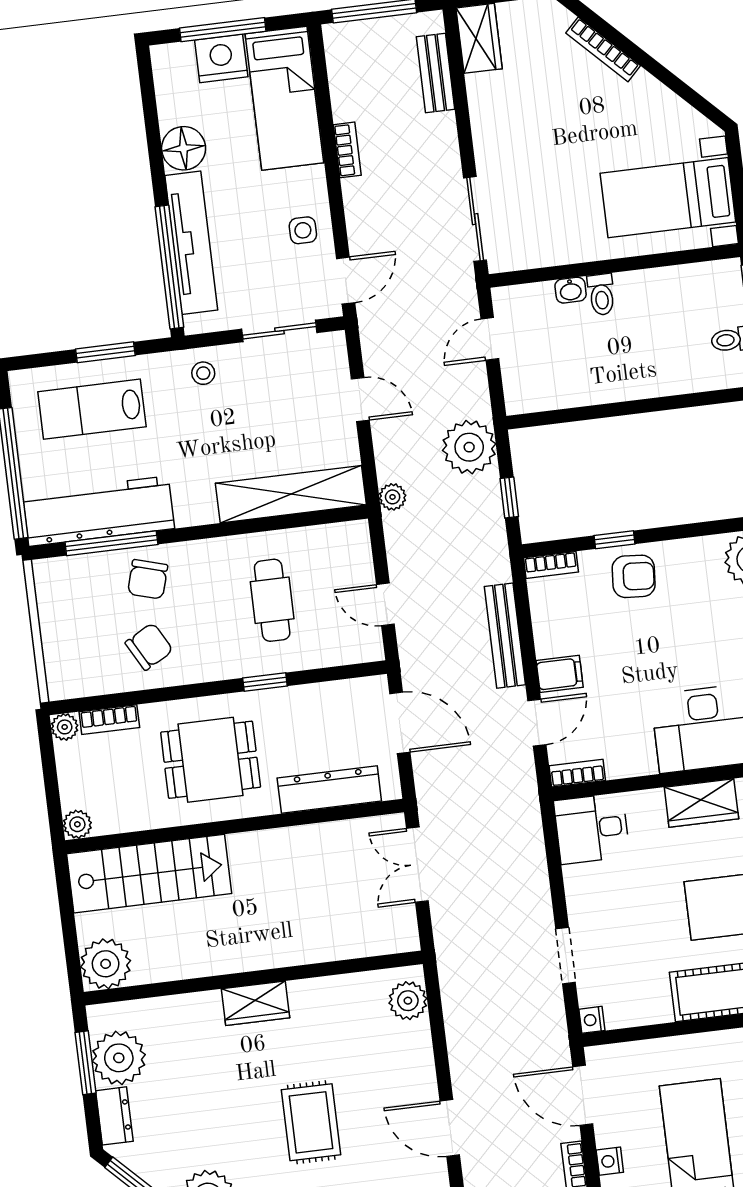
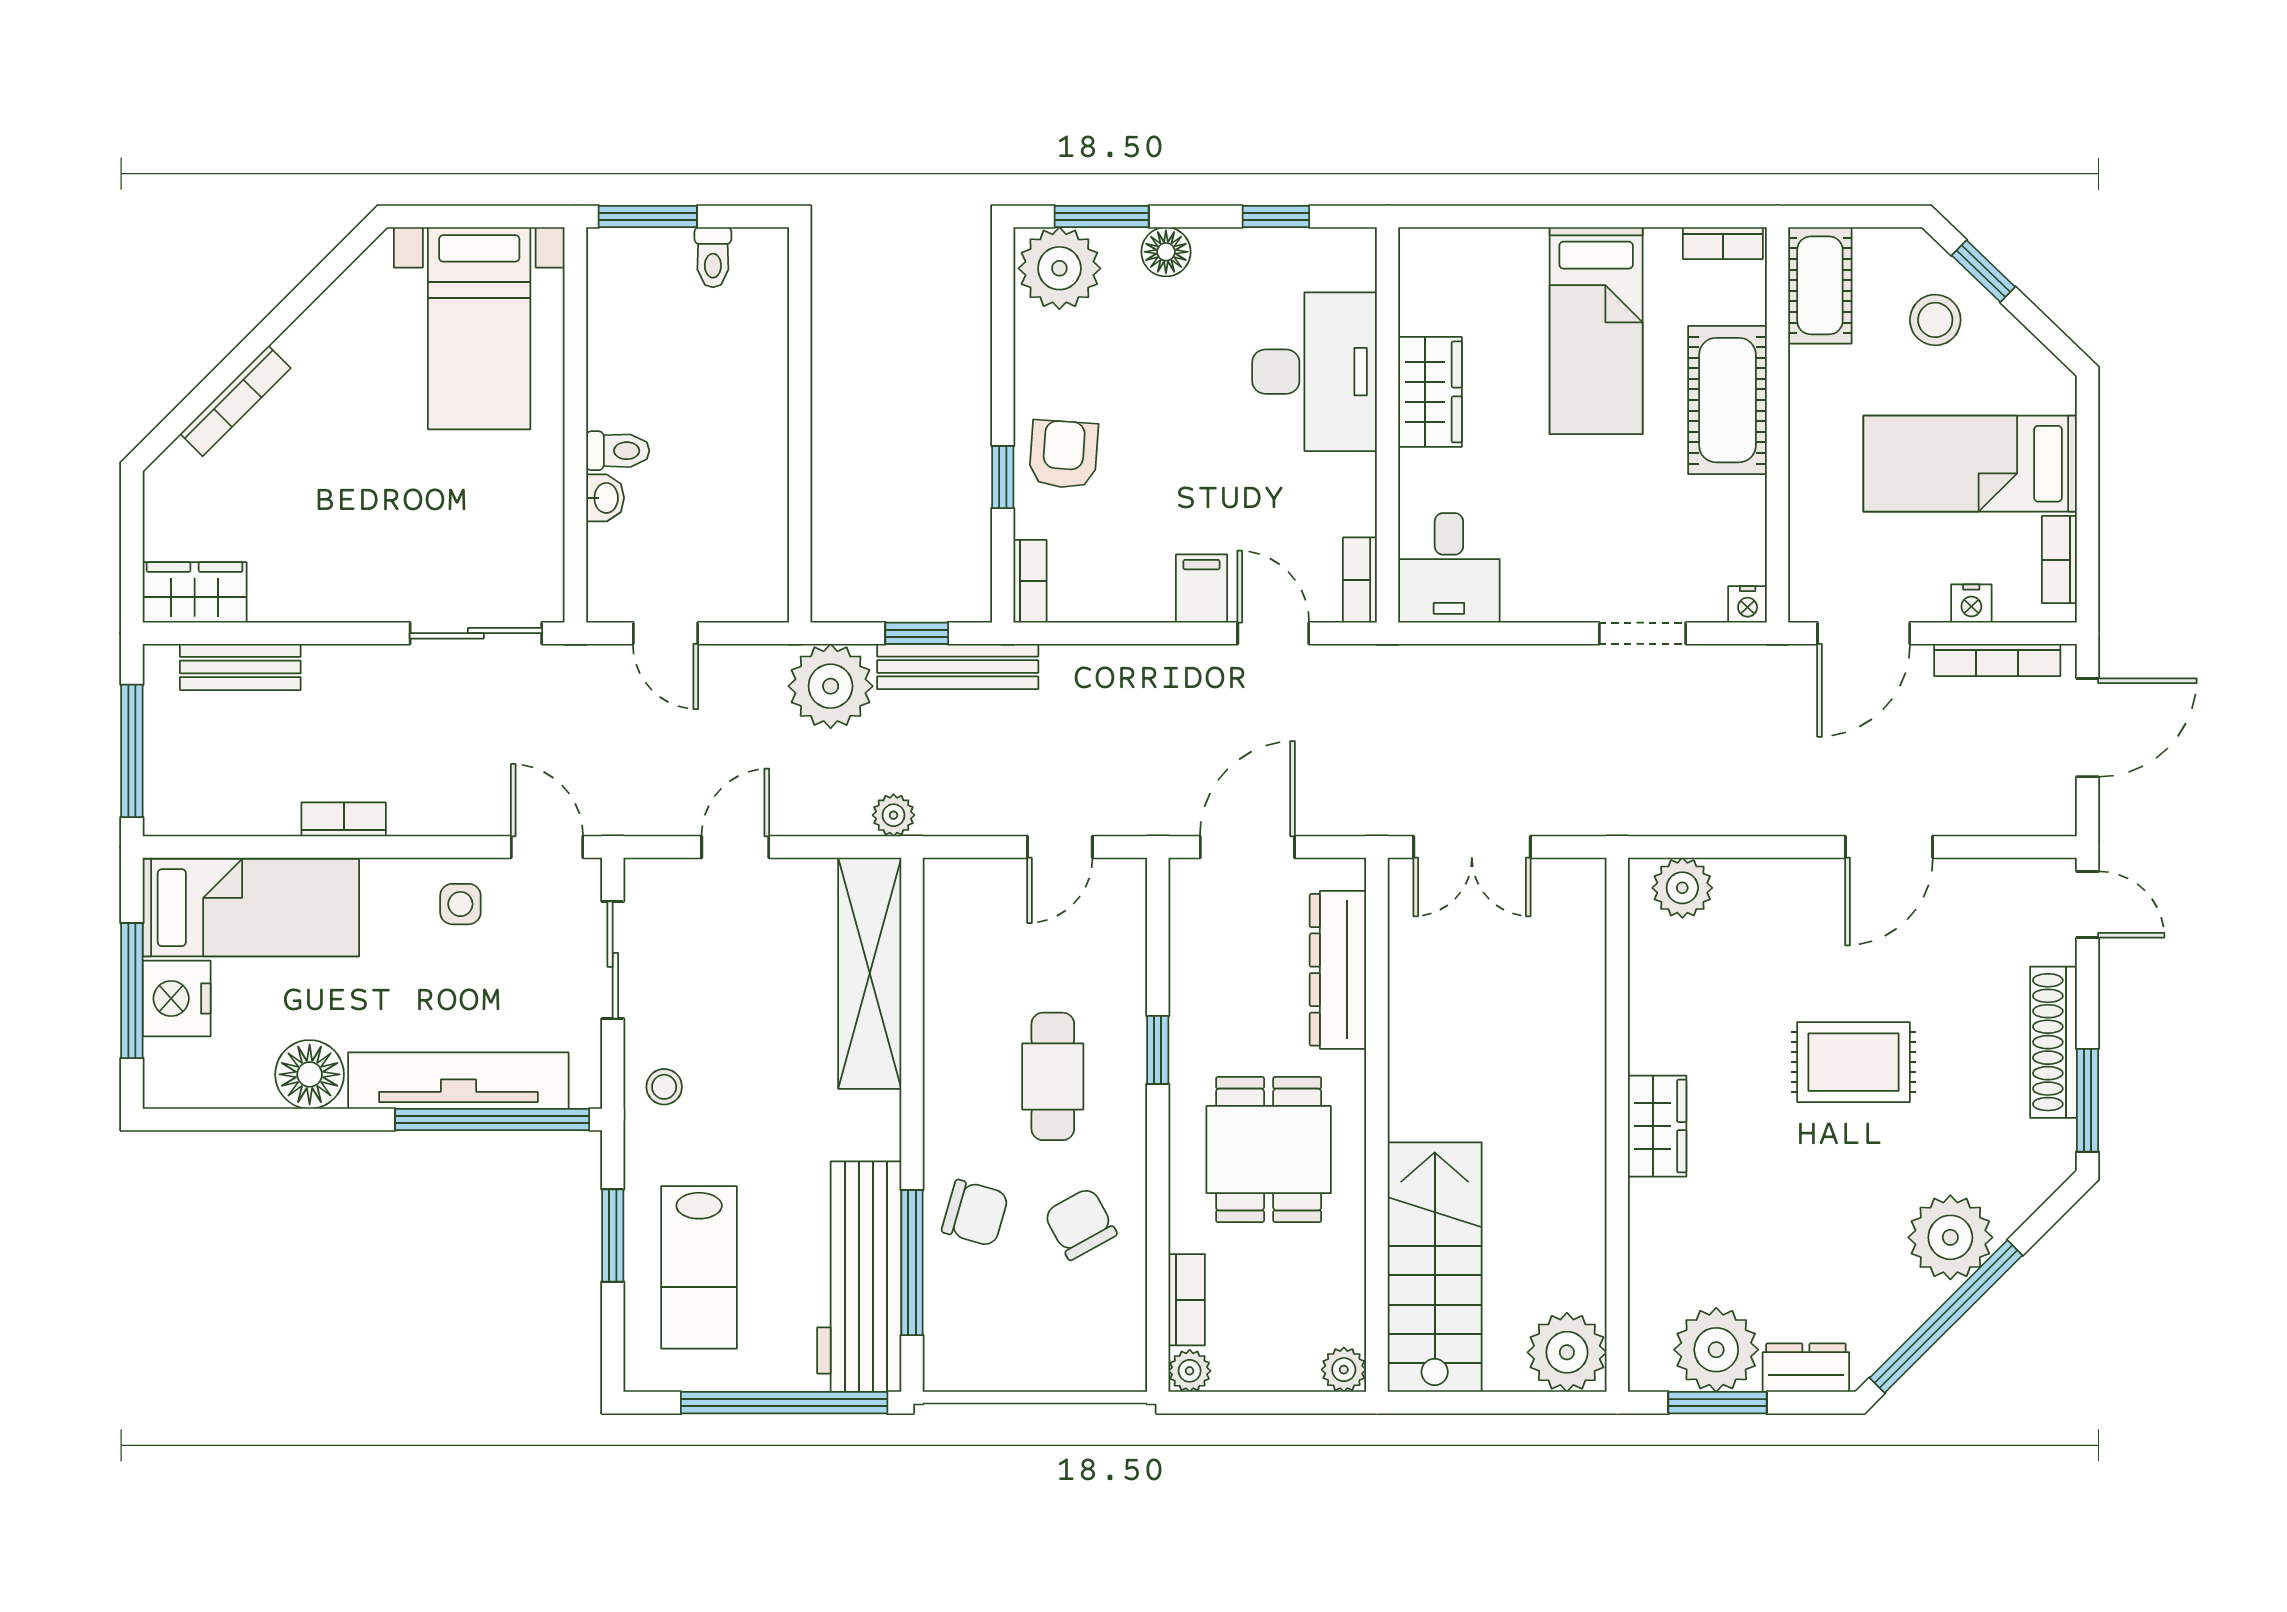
cafe table: (272, 600) -> (1053, 1076), moved, turned 90
bench: (505, 636) -> (958, 666), moved

